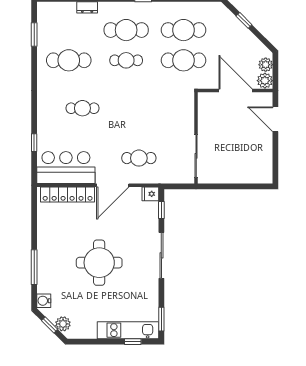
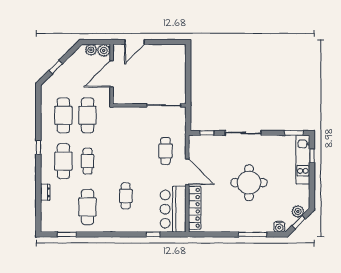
fridge: (150, 194) -> (194, 142), removed

